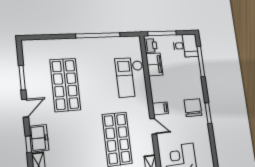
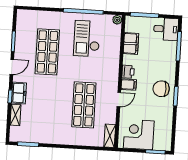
plant: (136, 41) -> (117, 20), added
printer: (151, 46) -> (128, 72), moved
checkout: (130, 77) -> (87, 39), moved
chair: (193, 108) -> (161, 89), turned -90
door: (153, 126) -> (119, 100), hinge flipped

